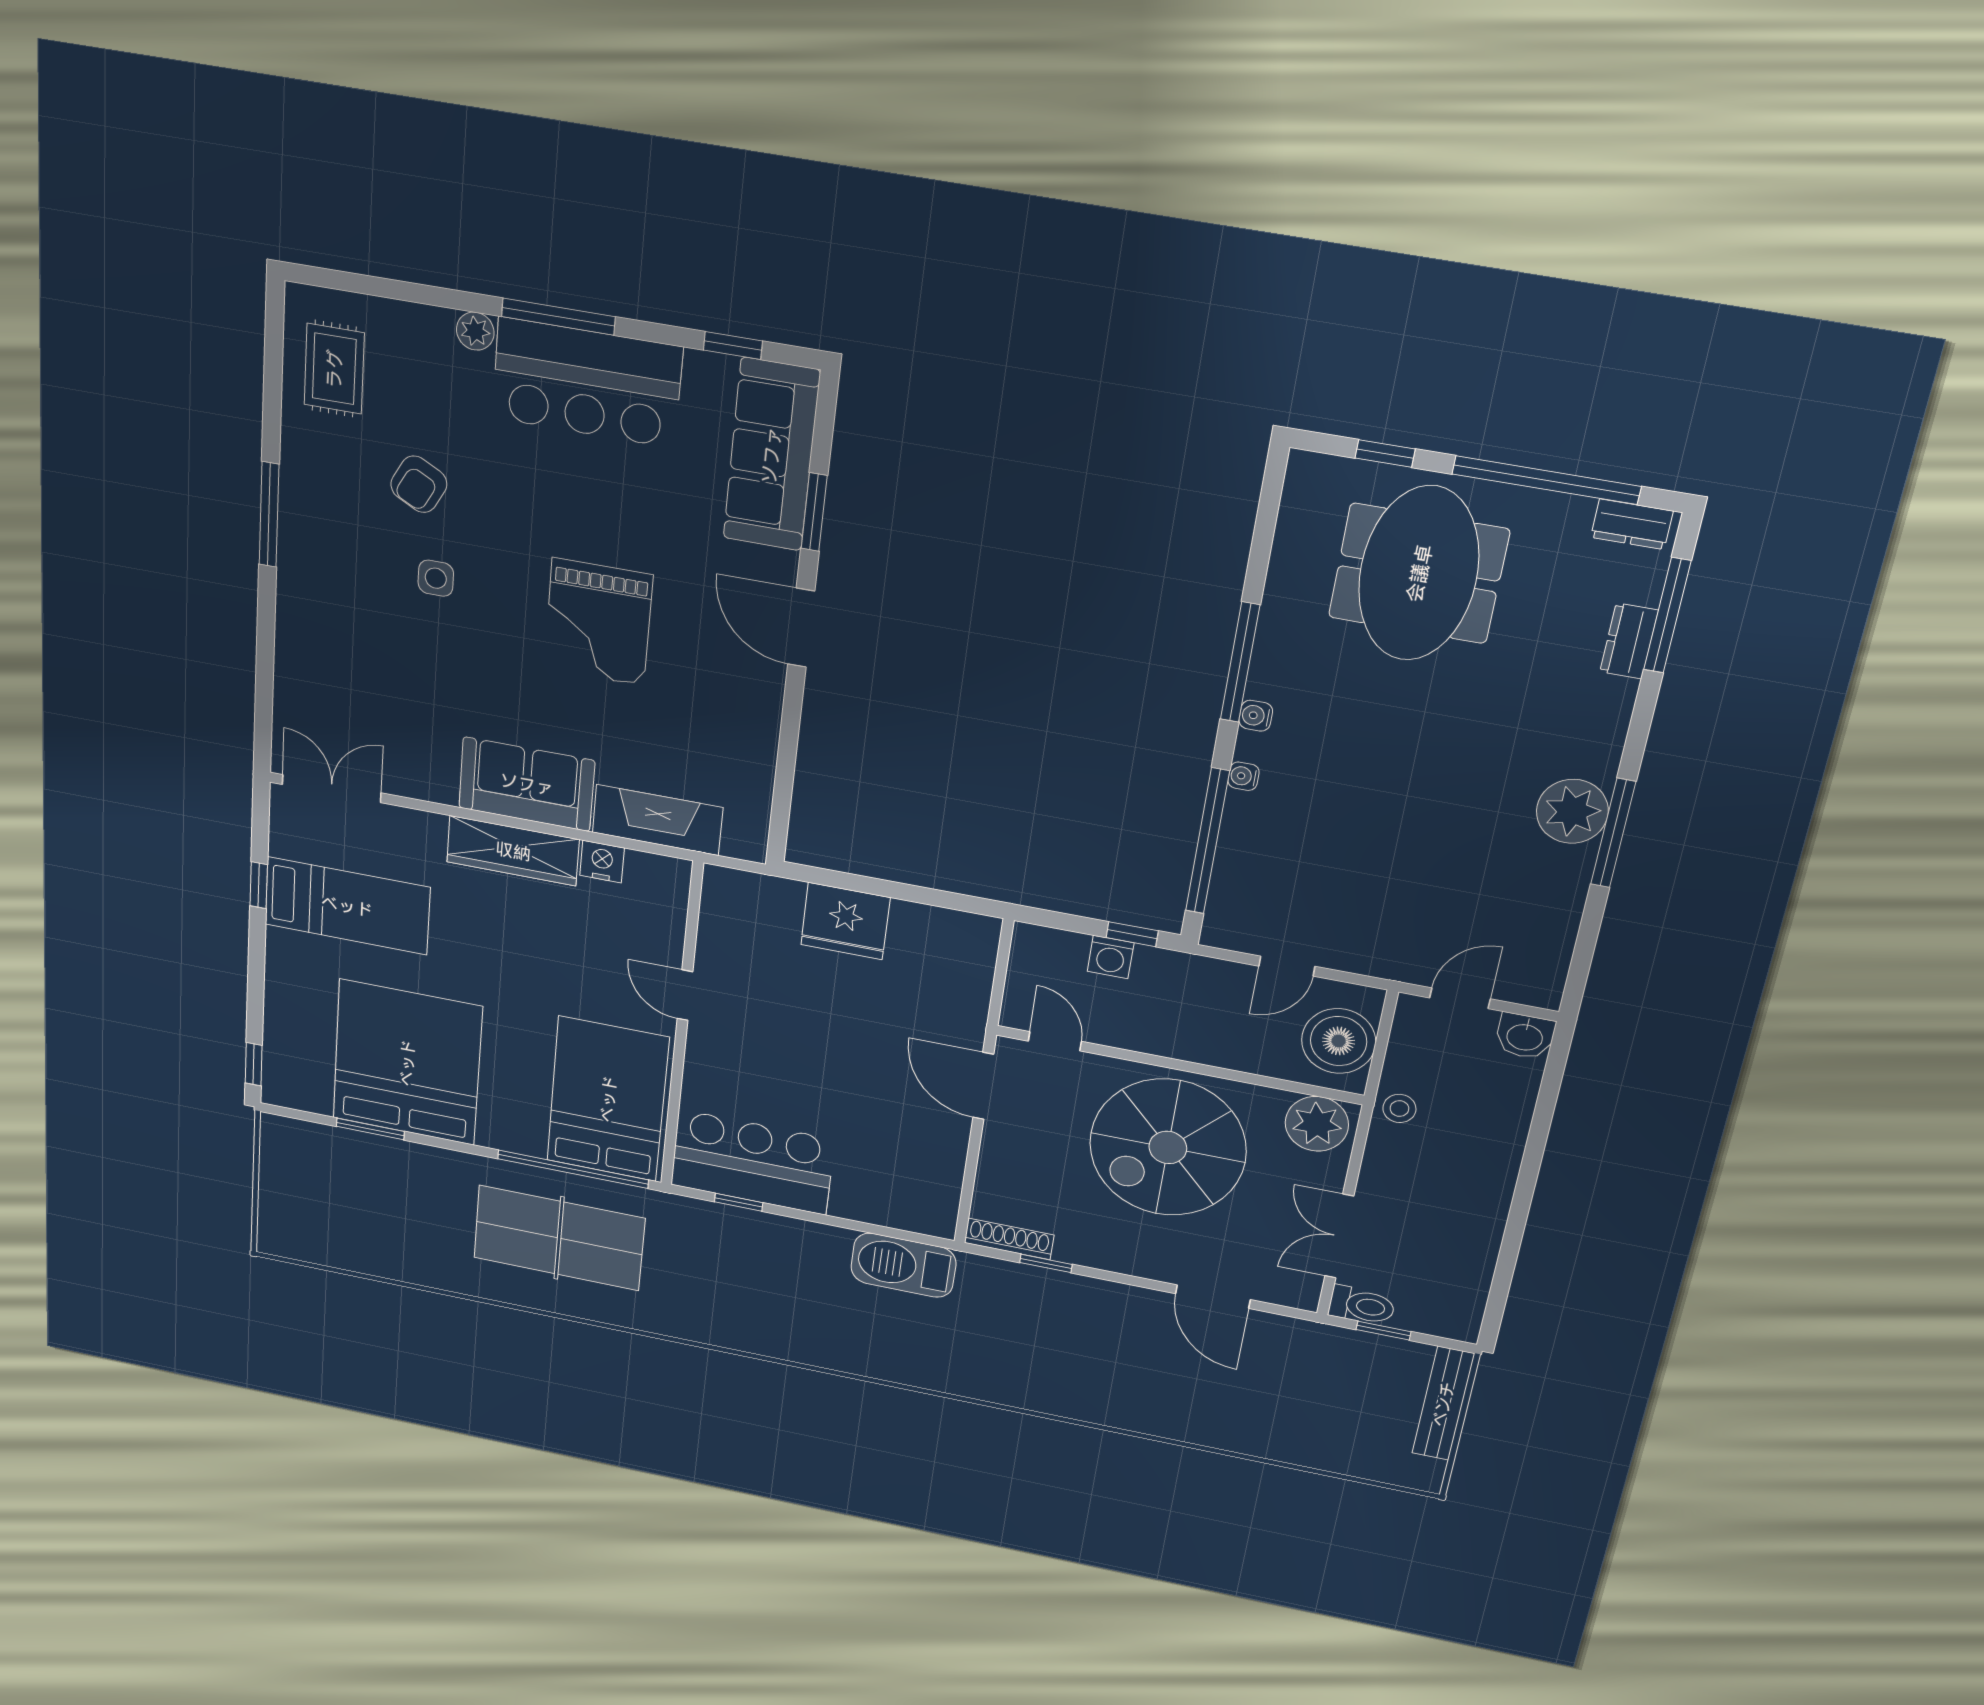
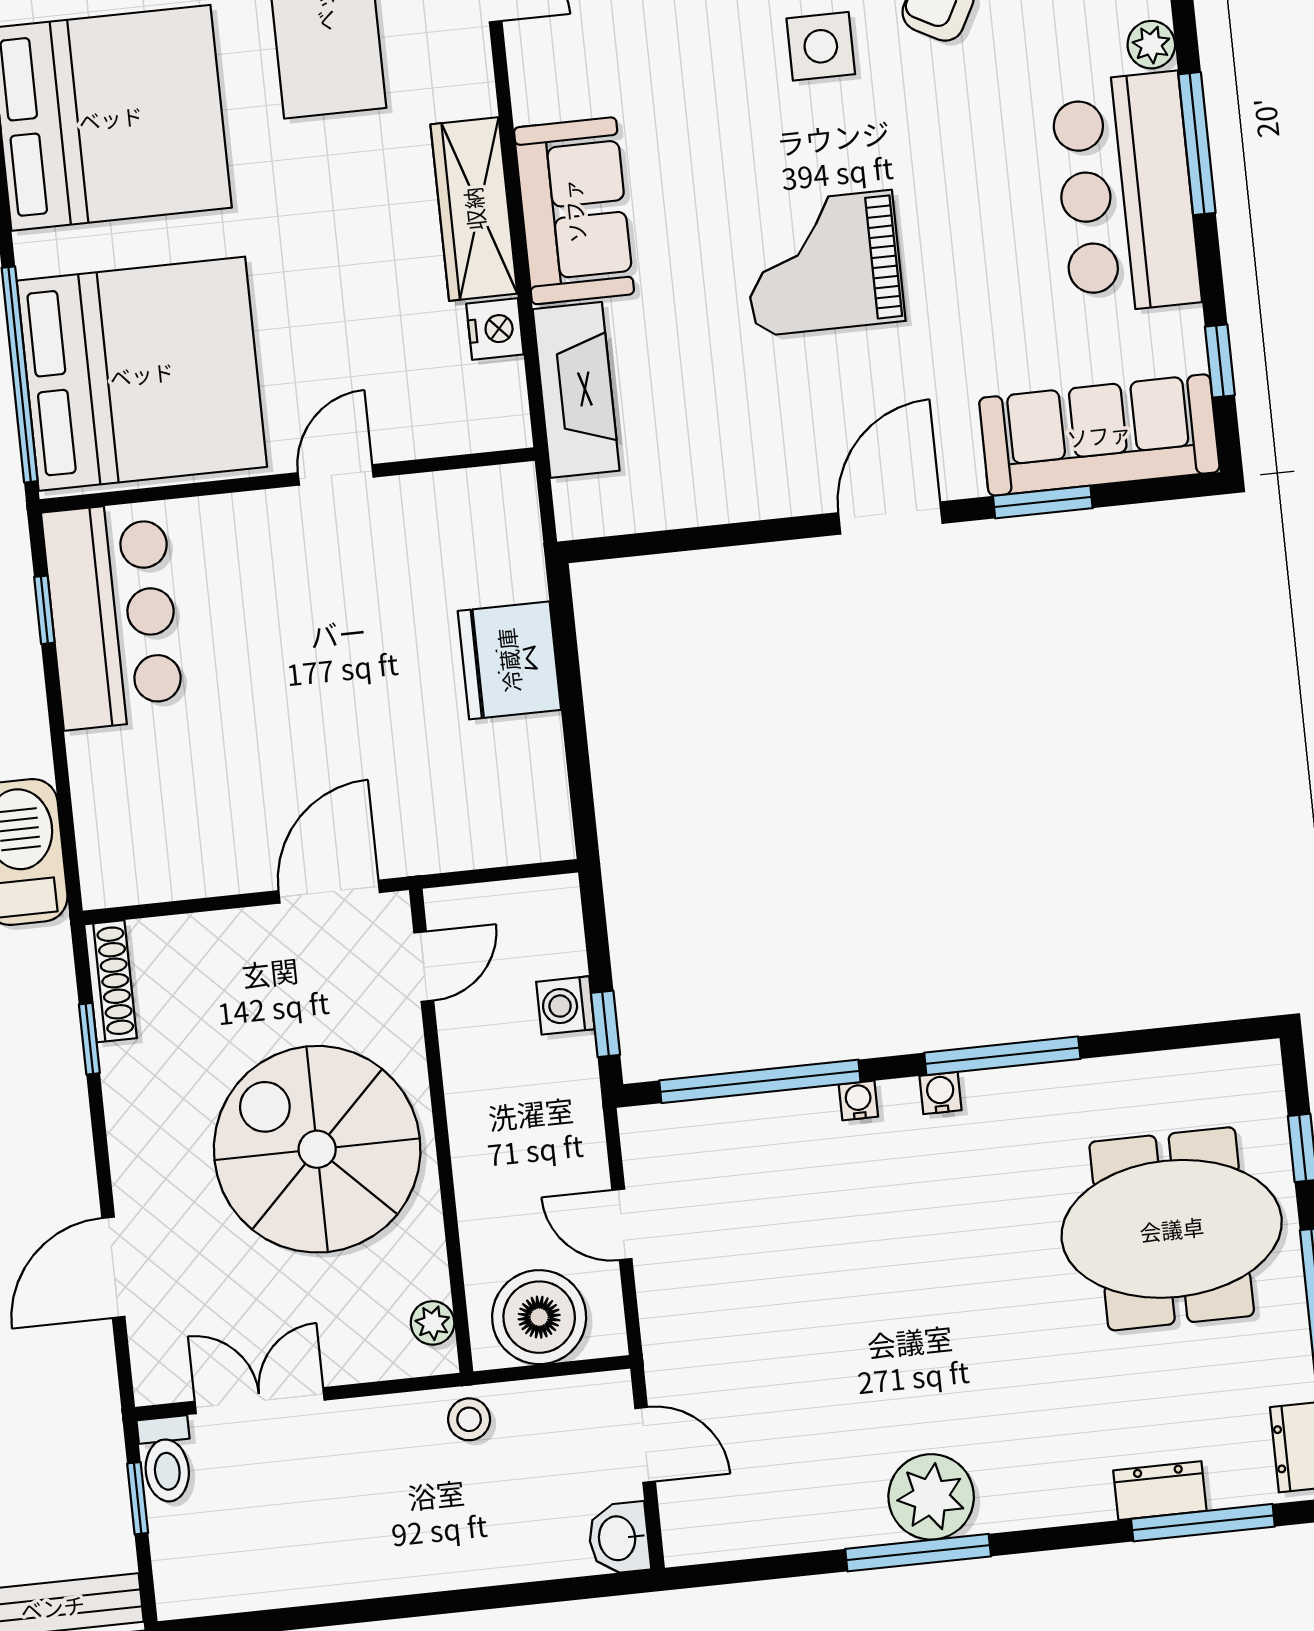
side table: (436, 578) -> (821, 46), width x1.37, depth x1.37
bed: (608, 1099) -> (142, 374), width x1.36
plant: (1317, 1124) -> (433, 1323), width x0.53, depth x0.53

